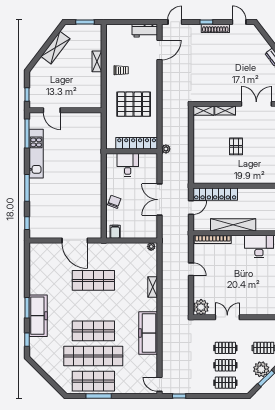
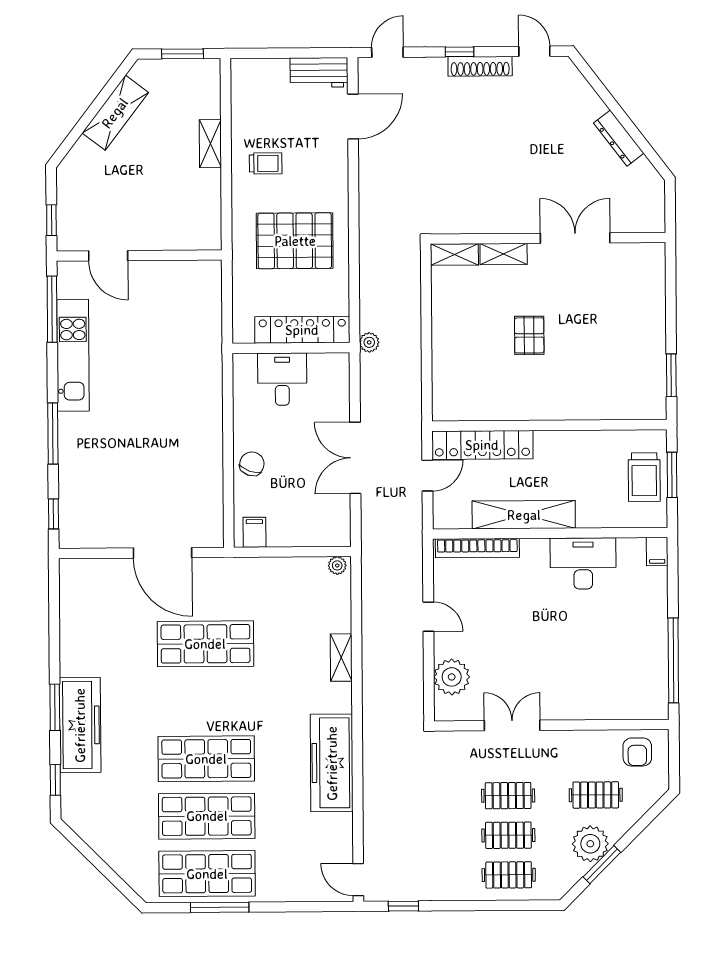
plant: (201, 307) -> (452, 677), moved
shop shelf: (93, 356) -> (207, 816), width x0.71

